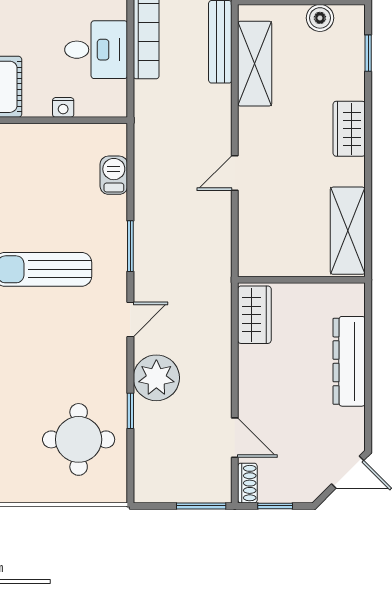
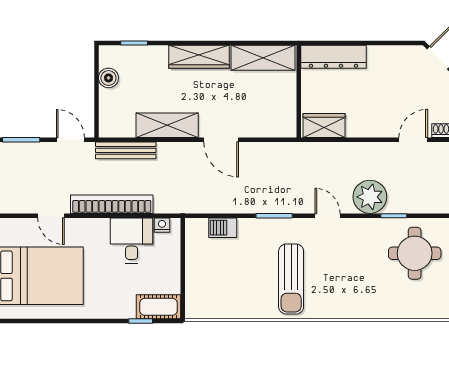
shelving: (255, 64) -> (167, 125), moved
nightstand: (63, 107) -> (162, 225), moved, turned -90
wardrobe: (349, 129) -> (199, 57), width x1.50
door: (235, 173) -> (221, 140), width x1.38
dresser: (349, 361) -> (333, 57), moved

